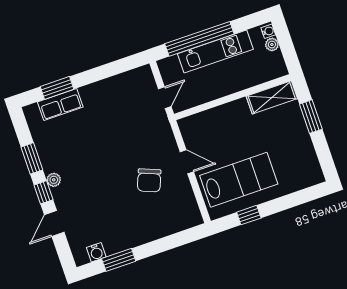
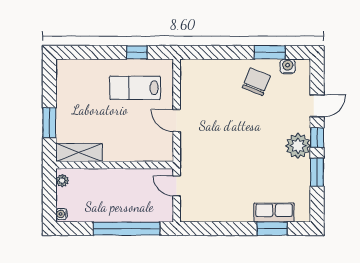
plant: (272, 45) -> (62, 181), moved
kitchen unit: (215, 51) -> (116, 212), removed
door: (165, 98) -> (177, 186), hinge flipped
plant: (54, 180) -> (298, 146), width x1.88, depth x1.88
chair: (149, 180) -> (256, 82), moved
lab bench: (239, 180) -> (135, 88), width x0.73, depth x0.72

